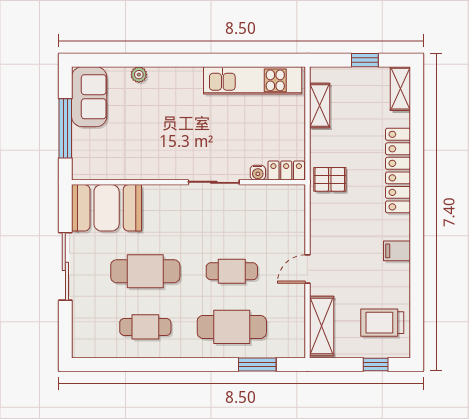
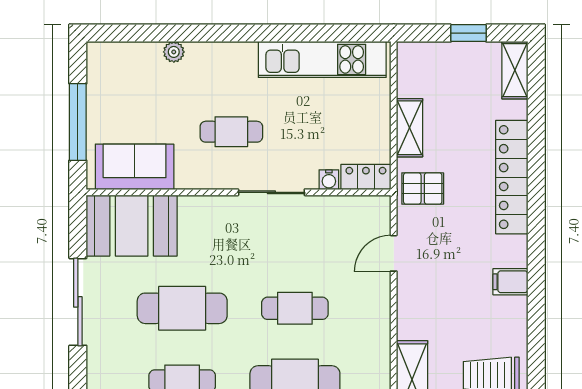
sofa: (89, 97) -> (135, 167), moved, turned -90
shelving: (320, 105) -> (410, 128), moved
cafe table: (183, 136) -> (231, 132), added
door: (307, 269) -> (394, 253), moved

